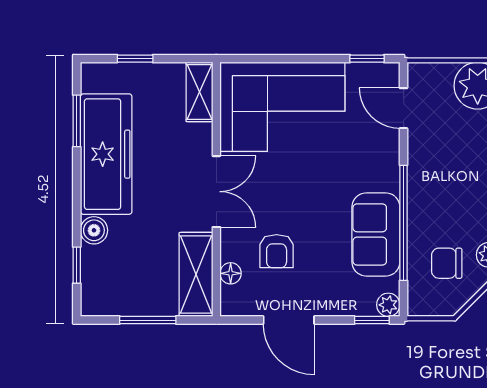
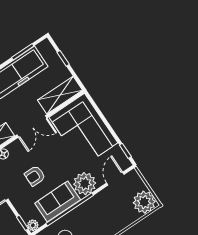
shelving: (199, 92) -> (60, 95), width x1.50, depth x1.33
plant: (376, 167) -> (85, 184), added
armchair: (277, 251) -> (35, 176), moved

